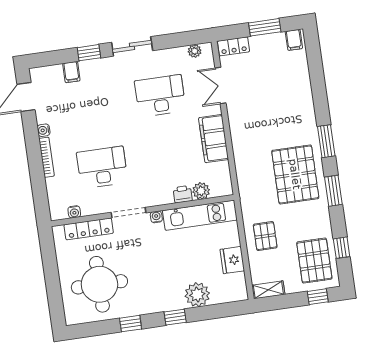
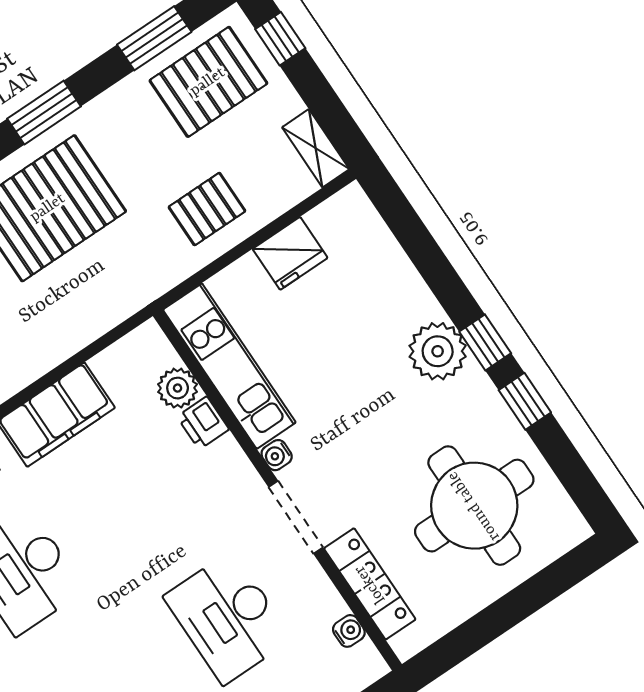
window: (342, 248) -> (154, 38), width x1.50
plant: (197, 295) -> (438, 351), moved
window: (175, 317) -> (485, 342), moved

